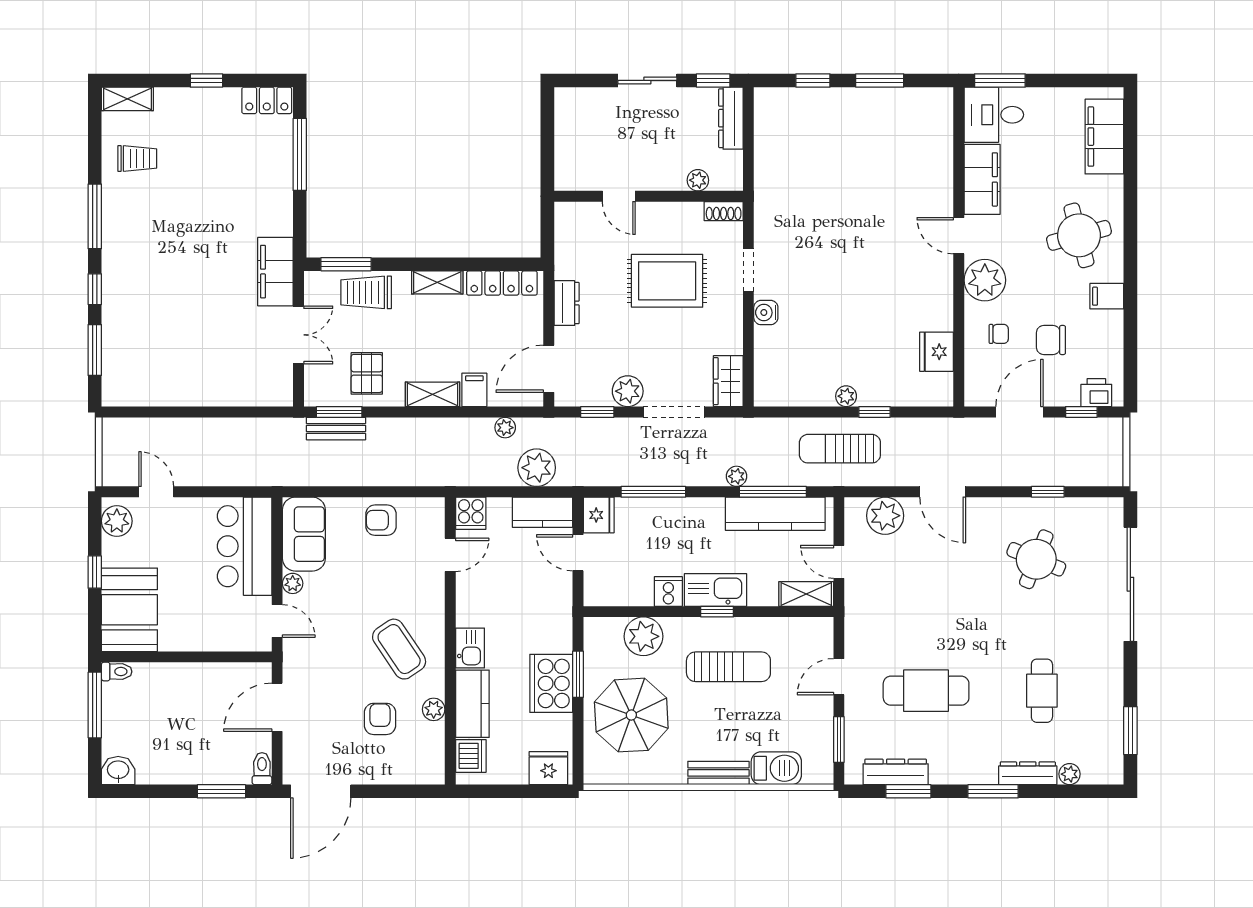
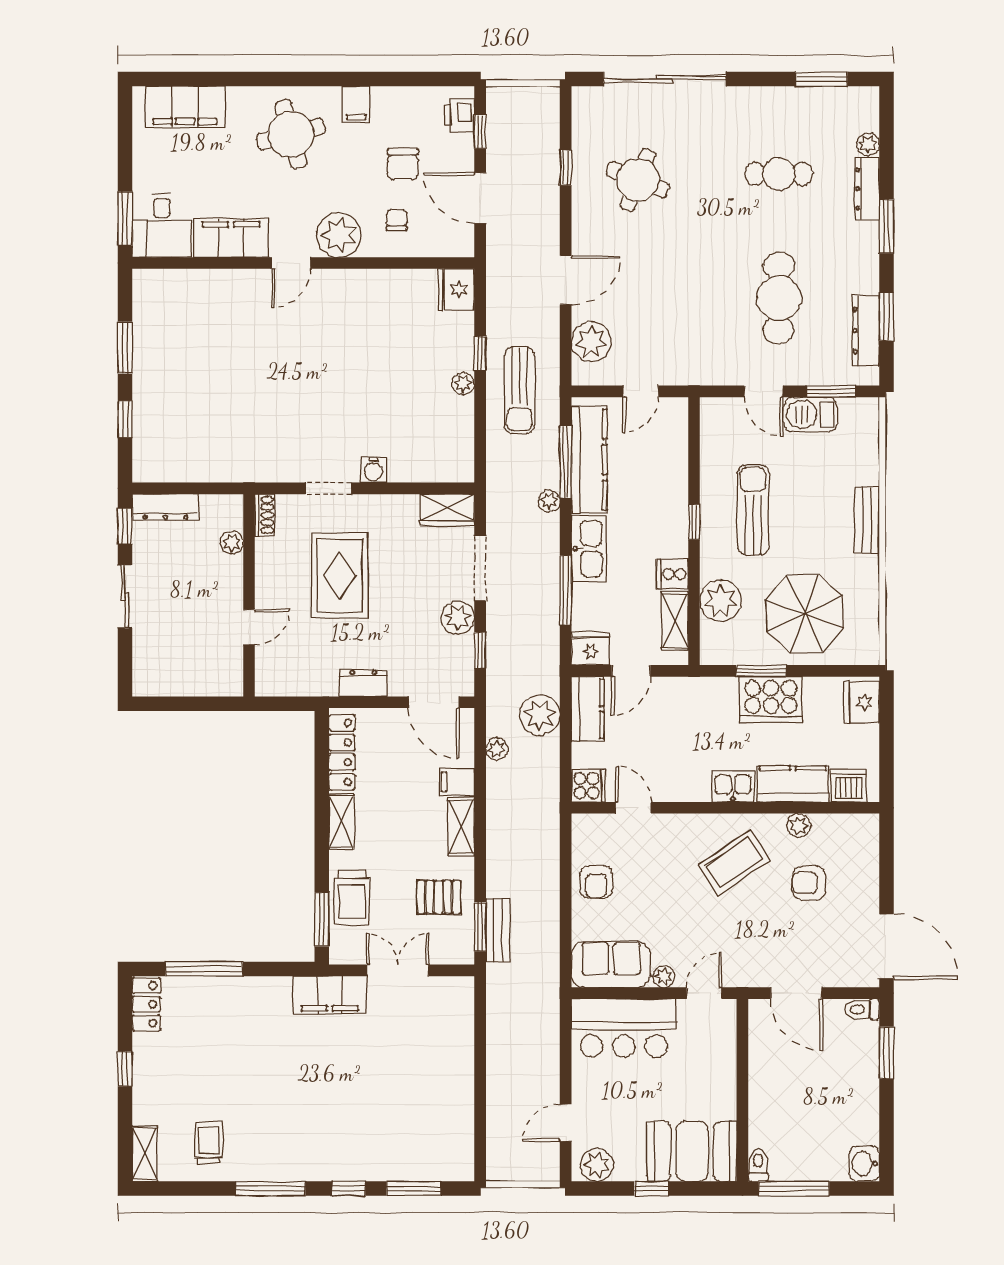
fridge: (937, 352) -> (456, 290), moved, turned 90
kitchen sink: (716, 590) -> (589, 549), moved, turned 180
shelving: (806, 594) -> (675, 621), moved
barbecue: (776, 768) -> (810, 415), moved, turned -90

